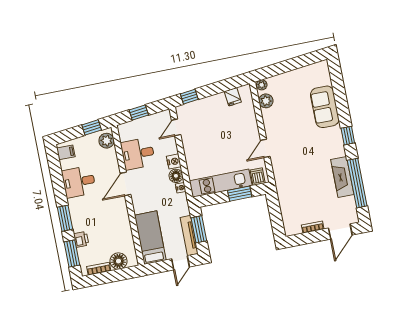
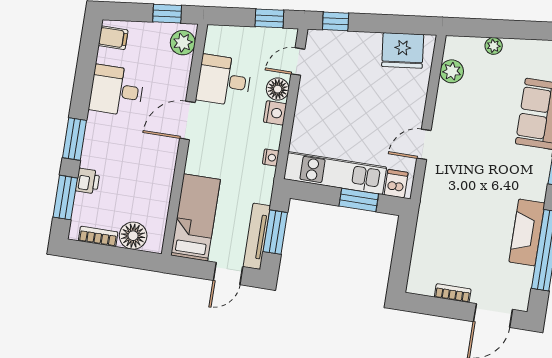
plant: (262, 85) -> (494, 46), moved
fridge: (233, 97) -> (403, 50), width x1.88, depth x1.34
window: (139, 113) -> (269, 18), moved
floor lamp: (176, 176) -> (278, 89), moved

